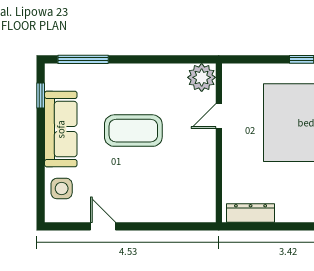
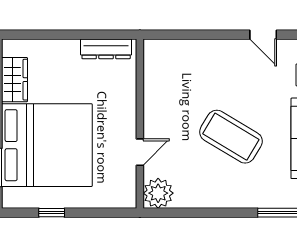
coffee table: (133, 131) -> (231, 137), turned 31

